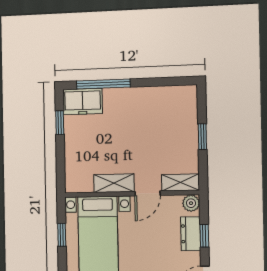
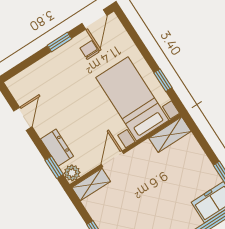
shelving: (114, 183) -> (170, 135), moved
window: (204, 236) -> (54, 167), moved

